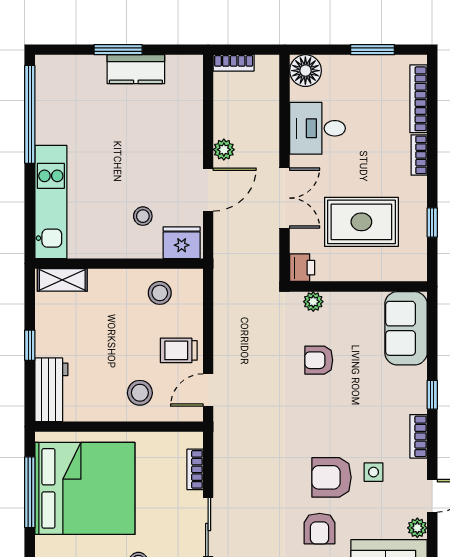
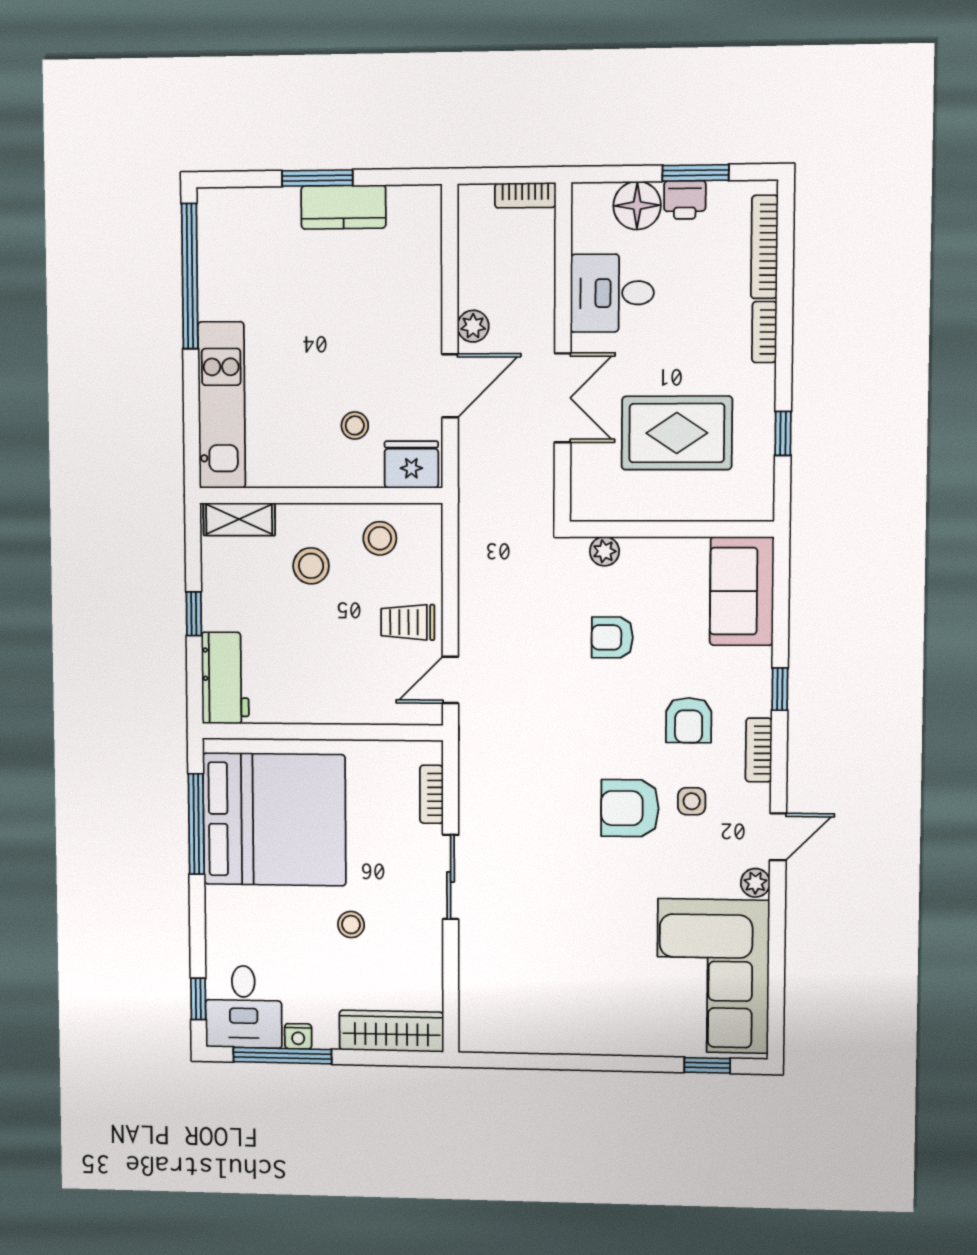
bookcase: (234, 63) -> (525, 195), moved
floor lamp: (305, 71) -> (637, 205), moved
printer: (302, 268) -> (685, 200), moved, turned 90
stool: (140, 393) -> (311, 566), moved
armchair: (320, 529) -> (689, 720), moved

